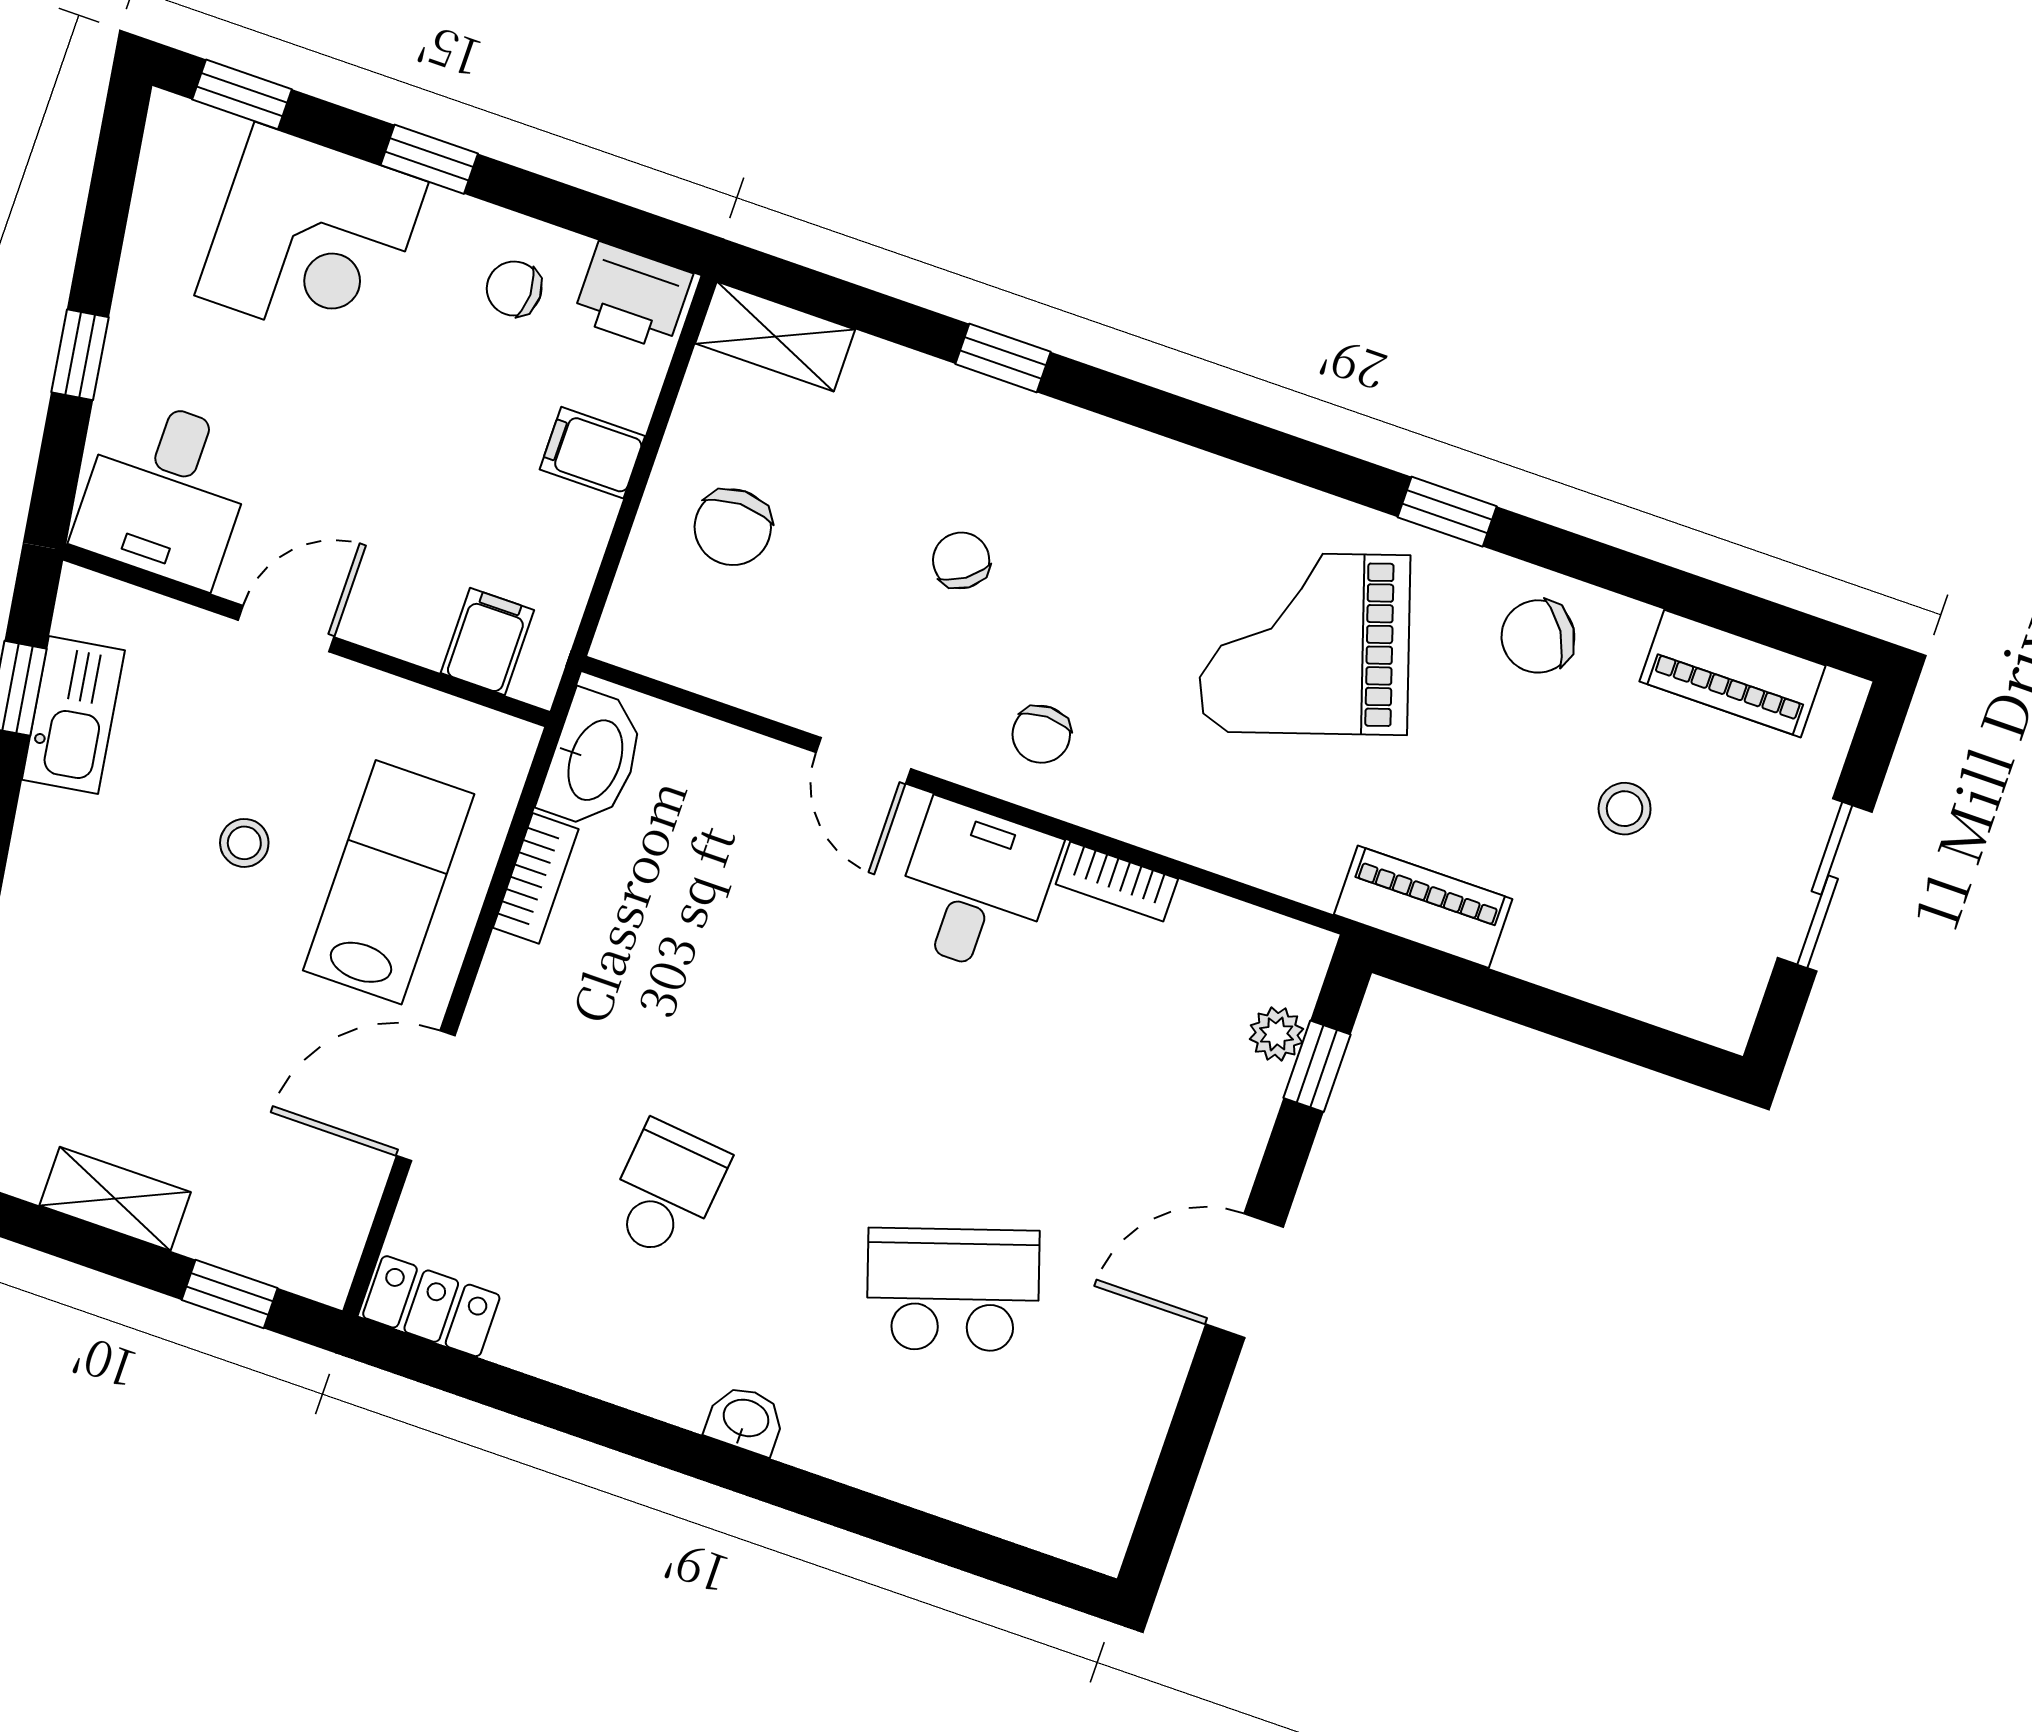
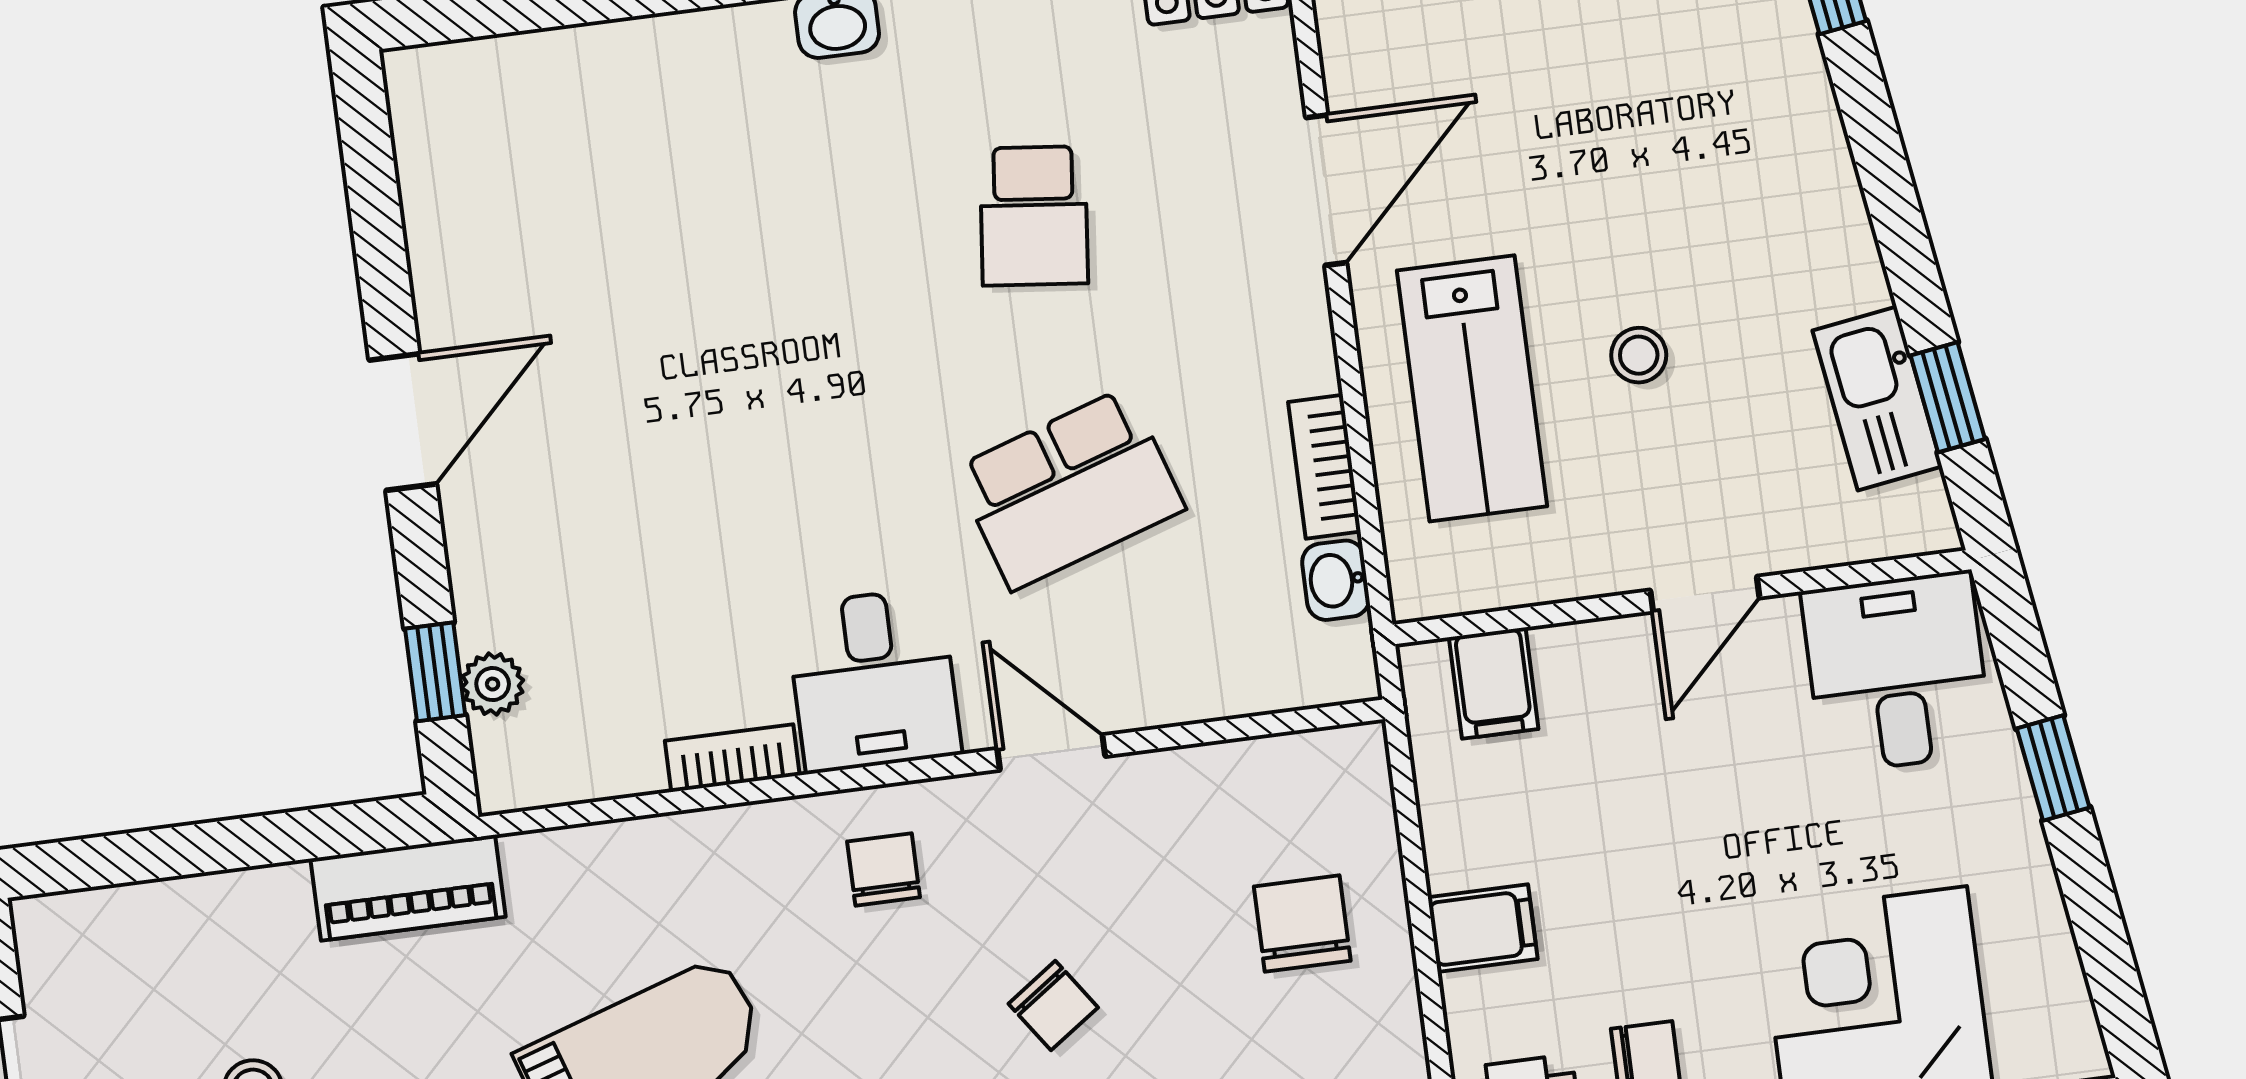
washbasin: (593, 759) -> (1336, 580), width x0.52, depth x0.69
school desk: (953, 1290) -> (1069, 489), moved

